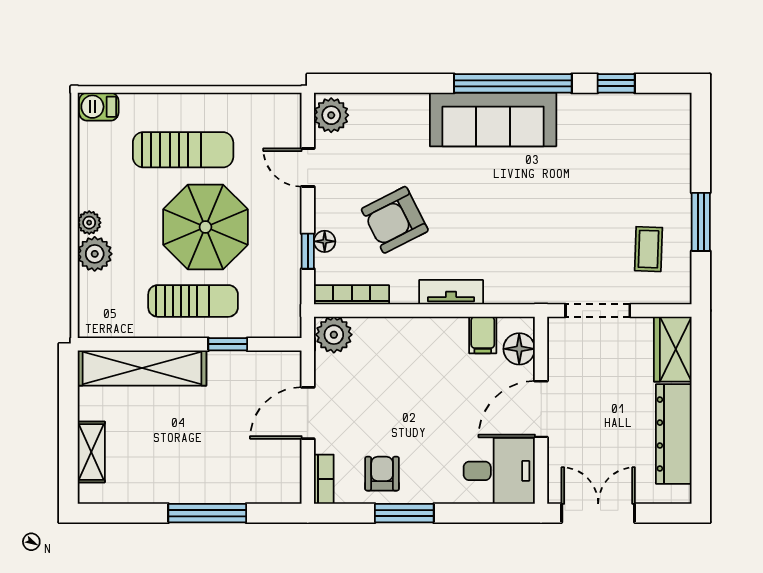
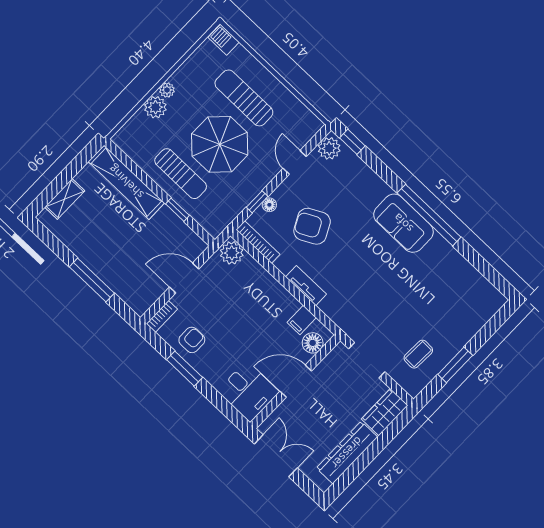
window: (616, 83) -> (352, 142), moved
sofa: (493, 119) -> (403, 223), width x0.73
sun lounger: (183, 150) -> (244, 98), turned 180

